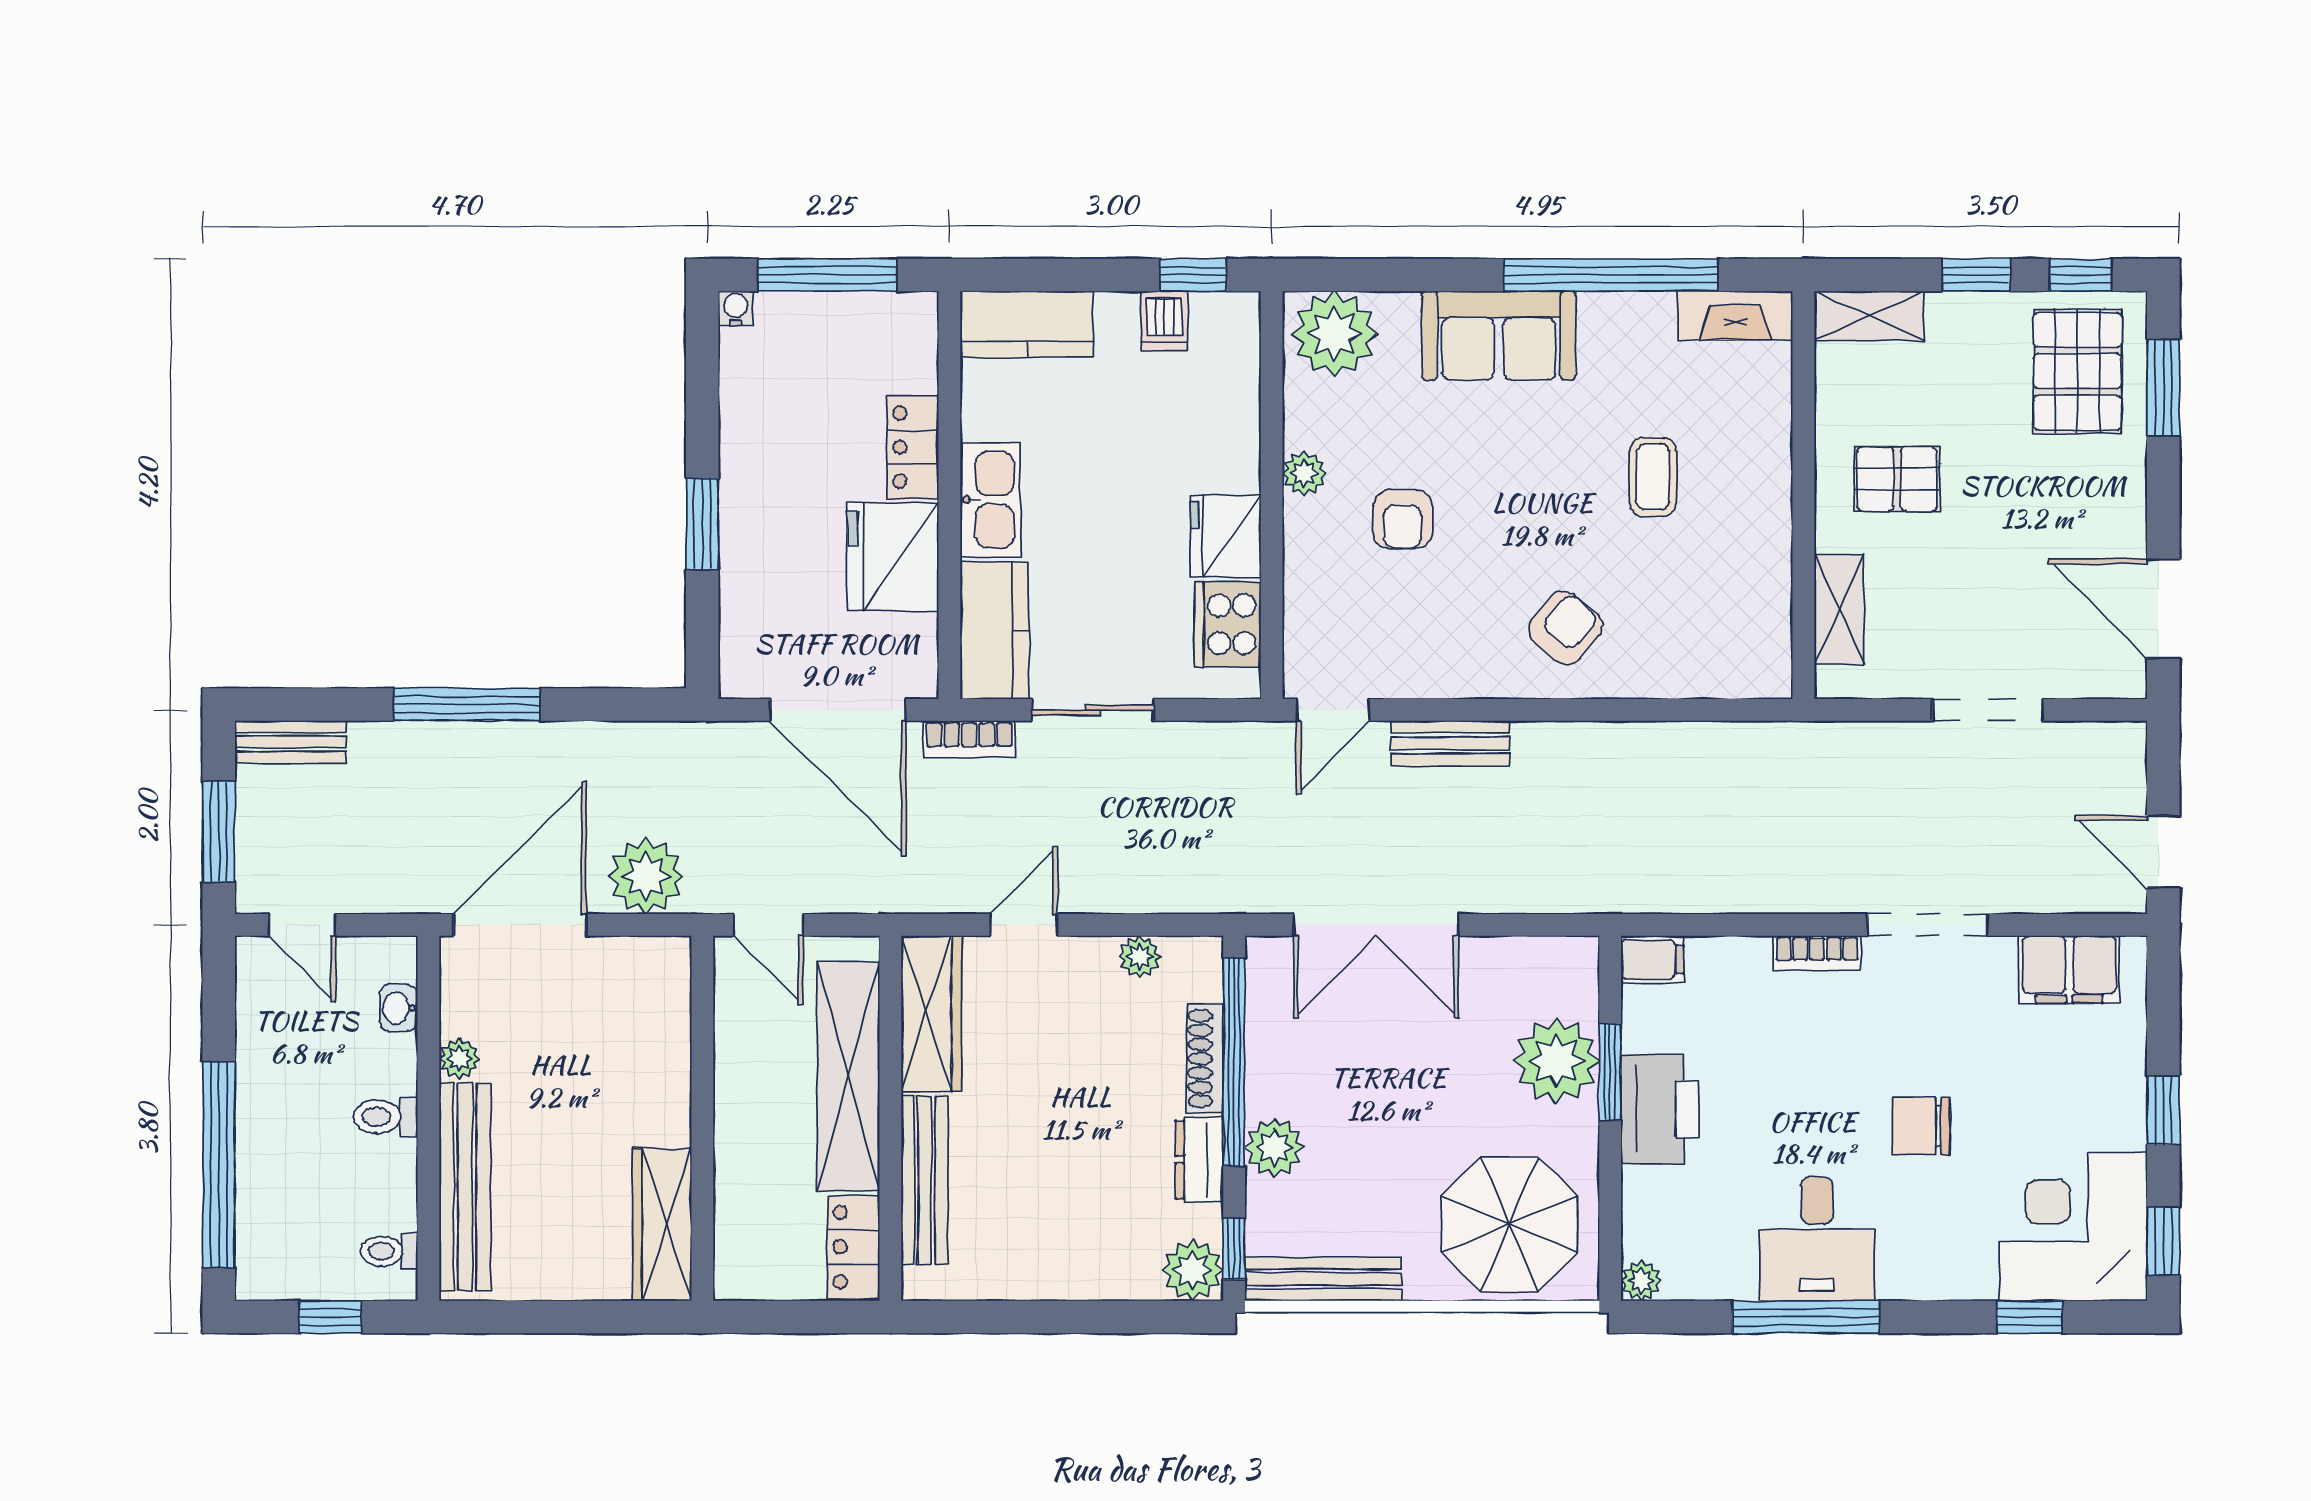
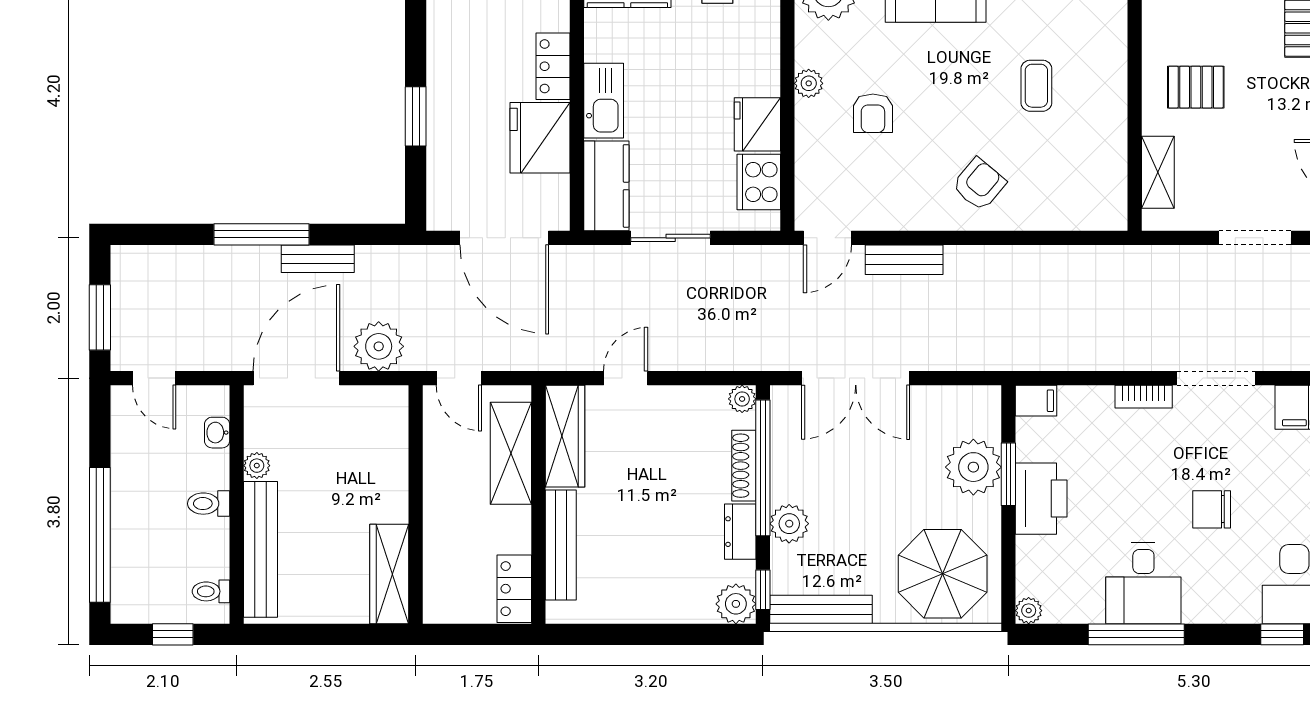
bookcase: (969, 739) -> (590, 257), removed
bench: (291, 742) -> (318, 259), moved
plant: (1140, 957) -> (742, 399), moved
shelving: (848, 1076) -> (511, 453), width x0.68

